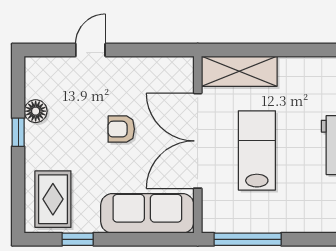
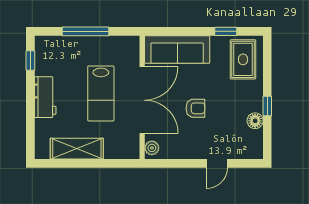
shelving: (239, 71) -> (77, 149), moved
plant: (184, 72) -> (152, 148), added
window: (248, 239) -> (85, 31), moved

